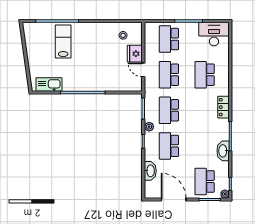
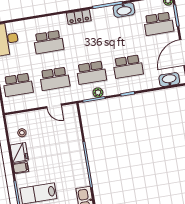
filing cabinet: (90, 29) -> (21, 168), added
fridge: (135, 54) -> (19, 153), moved, turned -90
door: (143, 70) -> (54, 106), hinge flipped
plant: (149, 127) -> (98, 93), moved
washbasin: (150, 171) -> (169, 80), moved

